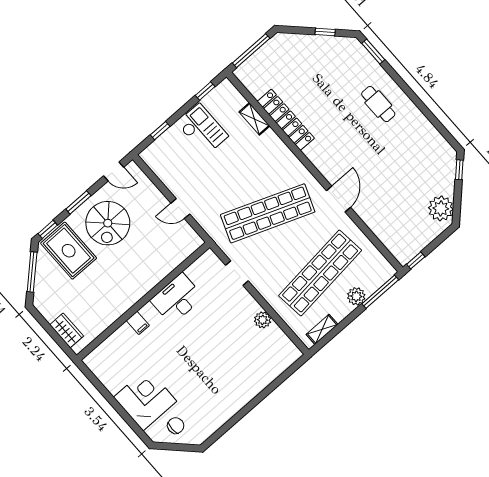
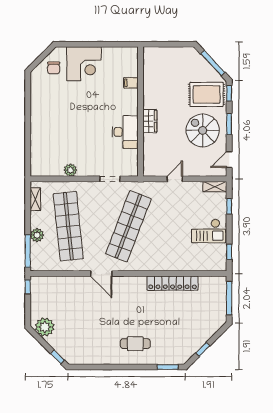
shelving: (254, 119) -> (215, 187), moved
filing cabinet: (138, 323) -> (131, 83), moved
wardrobe: (67, 330) -> (150, 121), moved, turned -90

